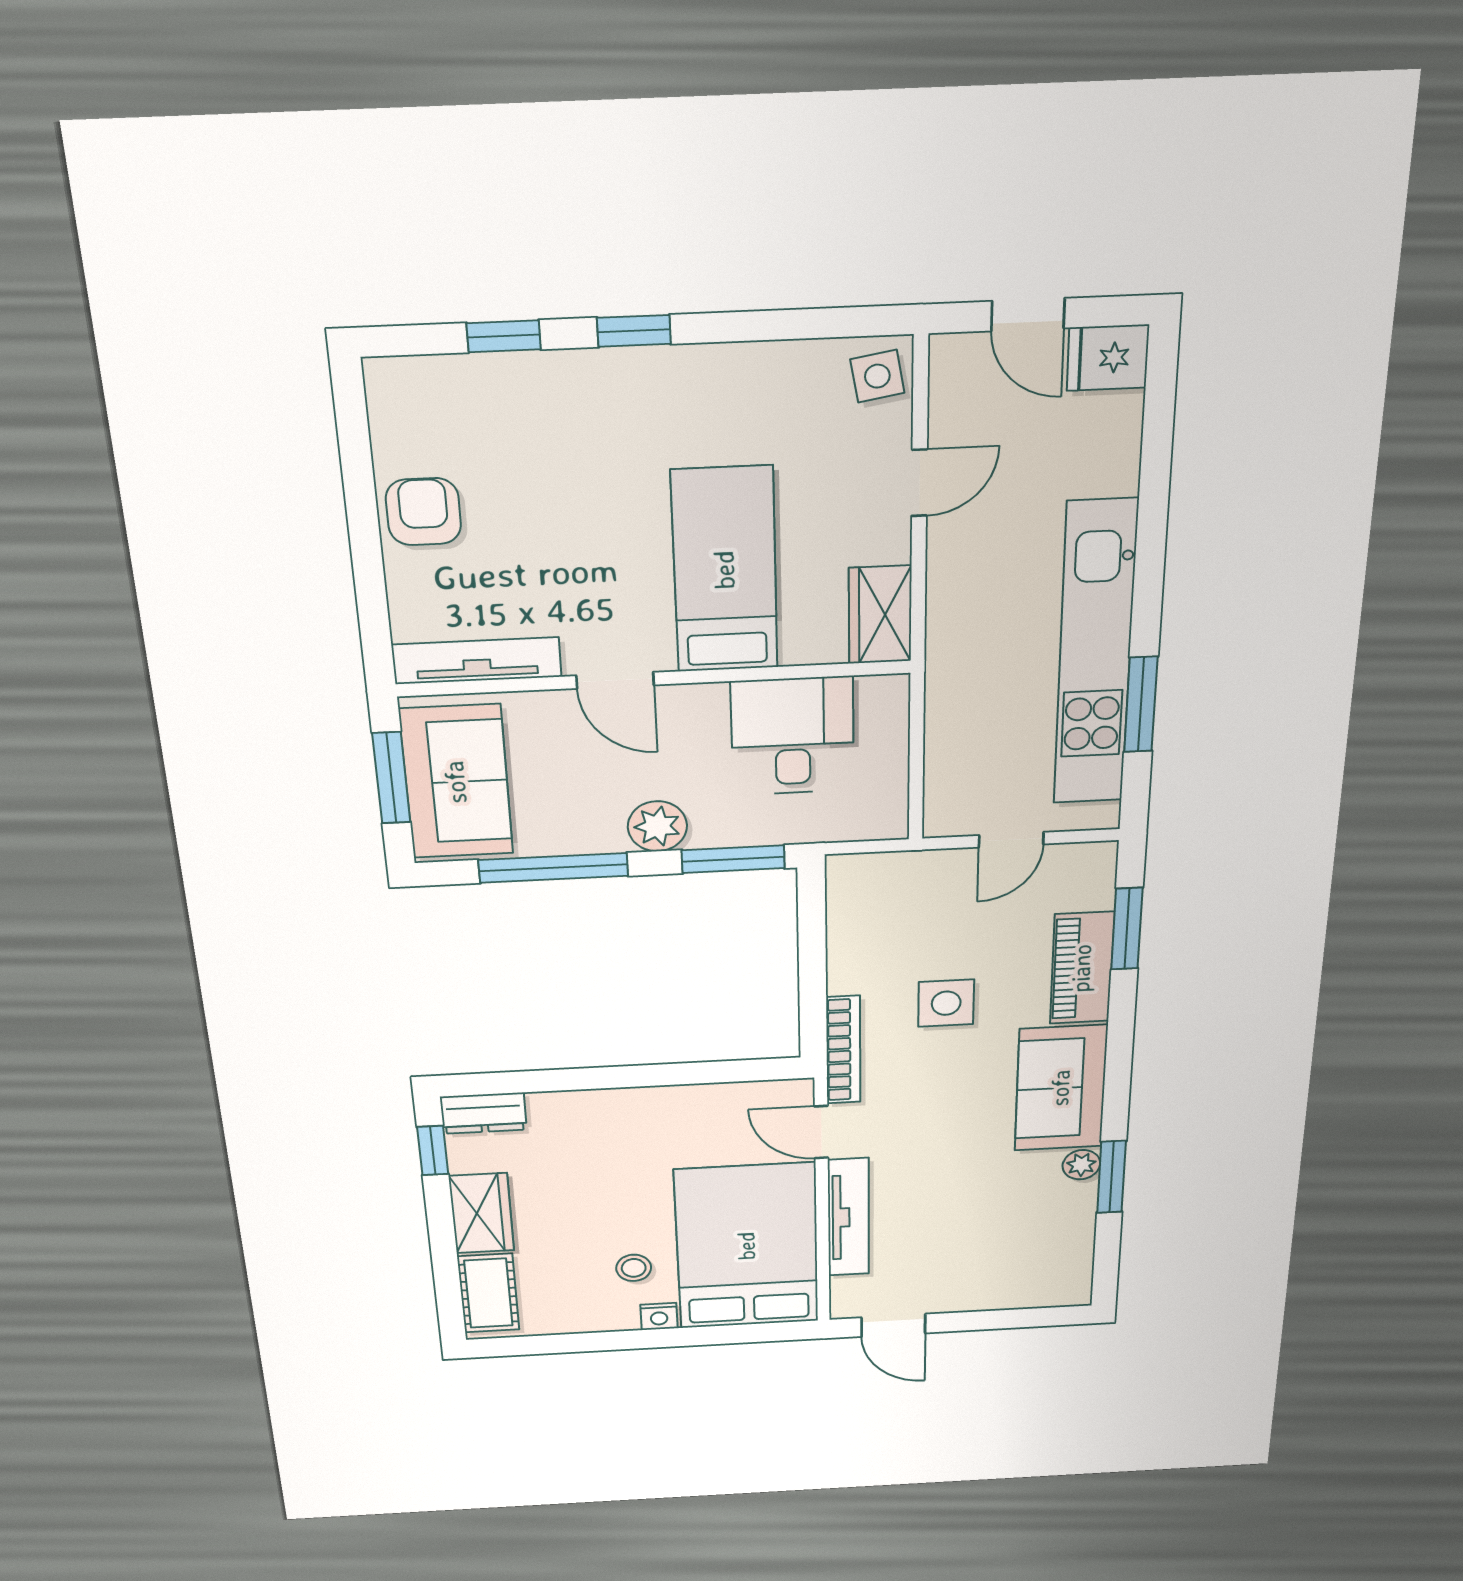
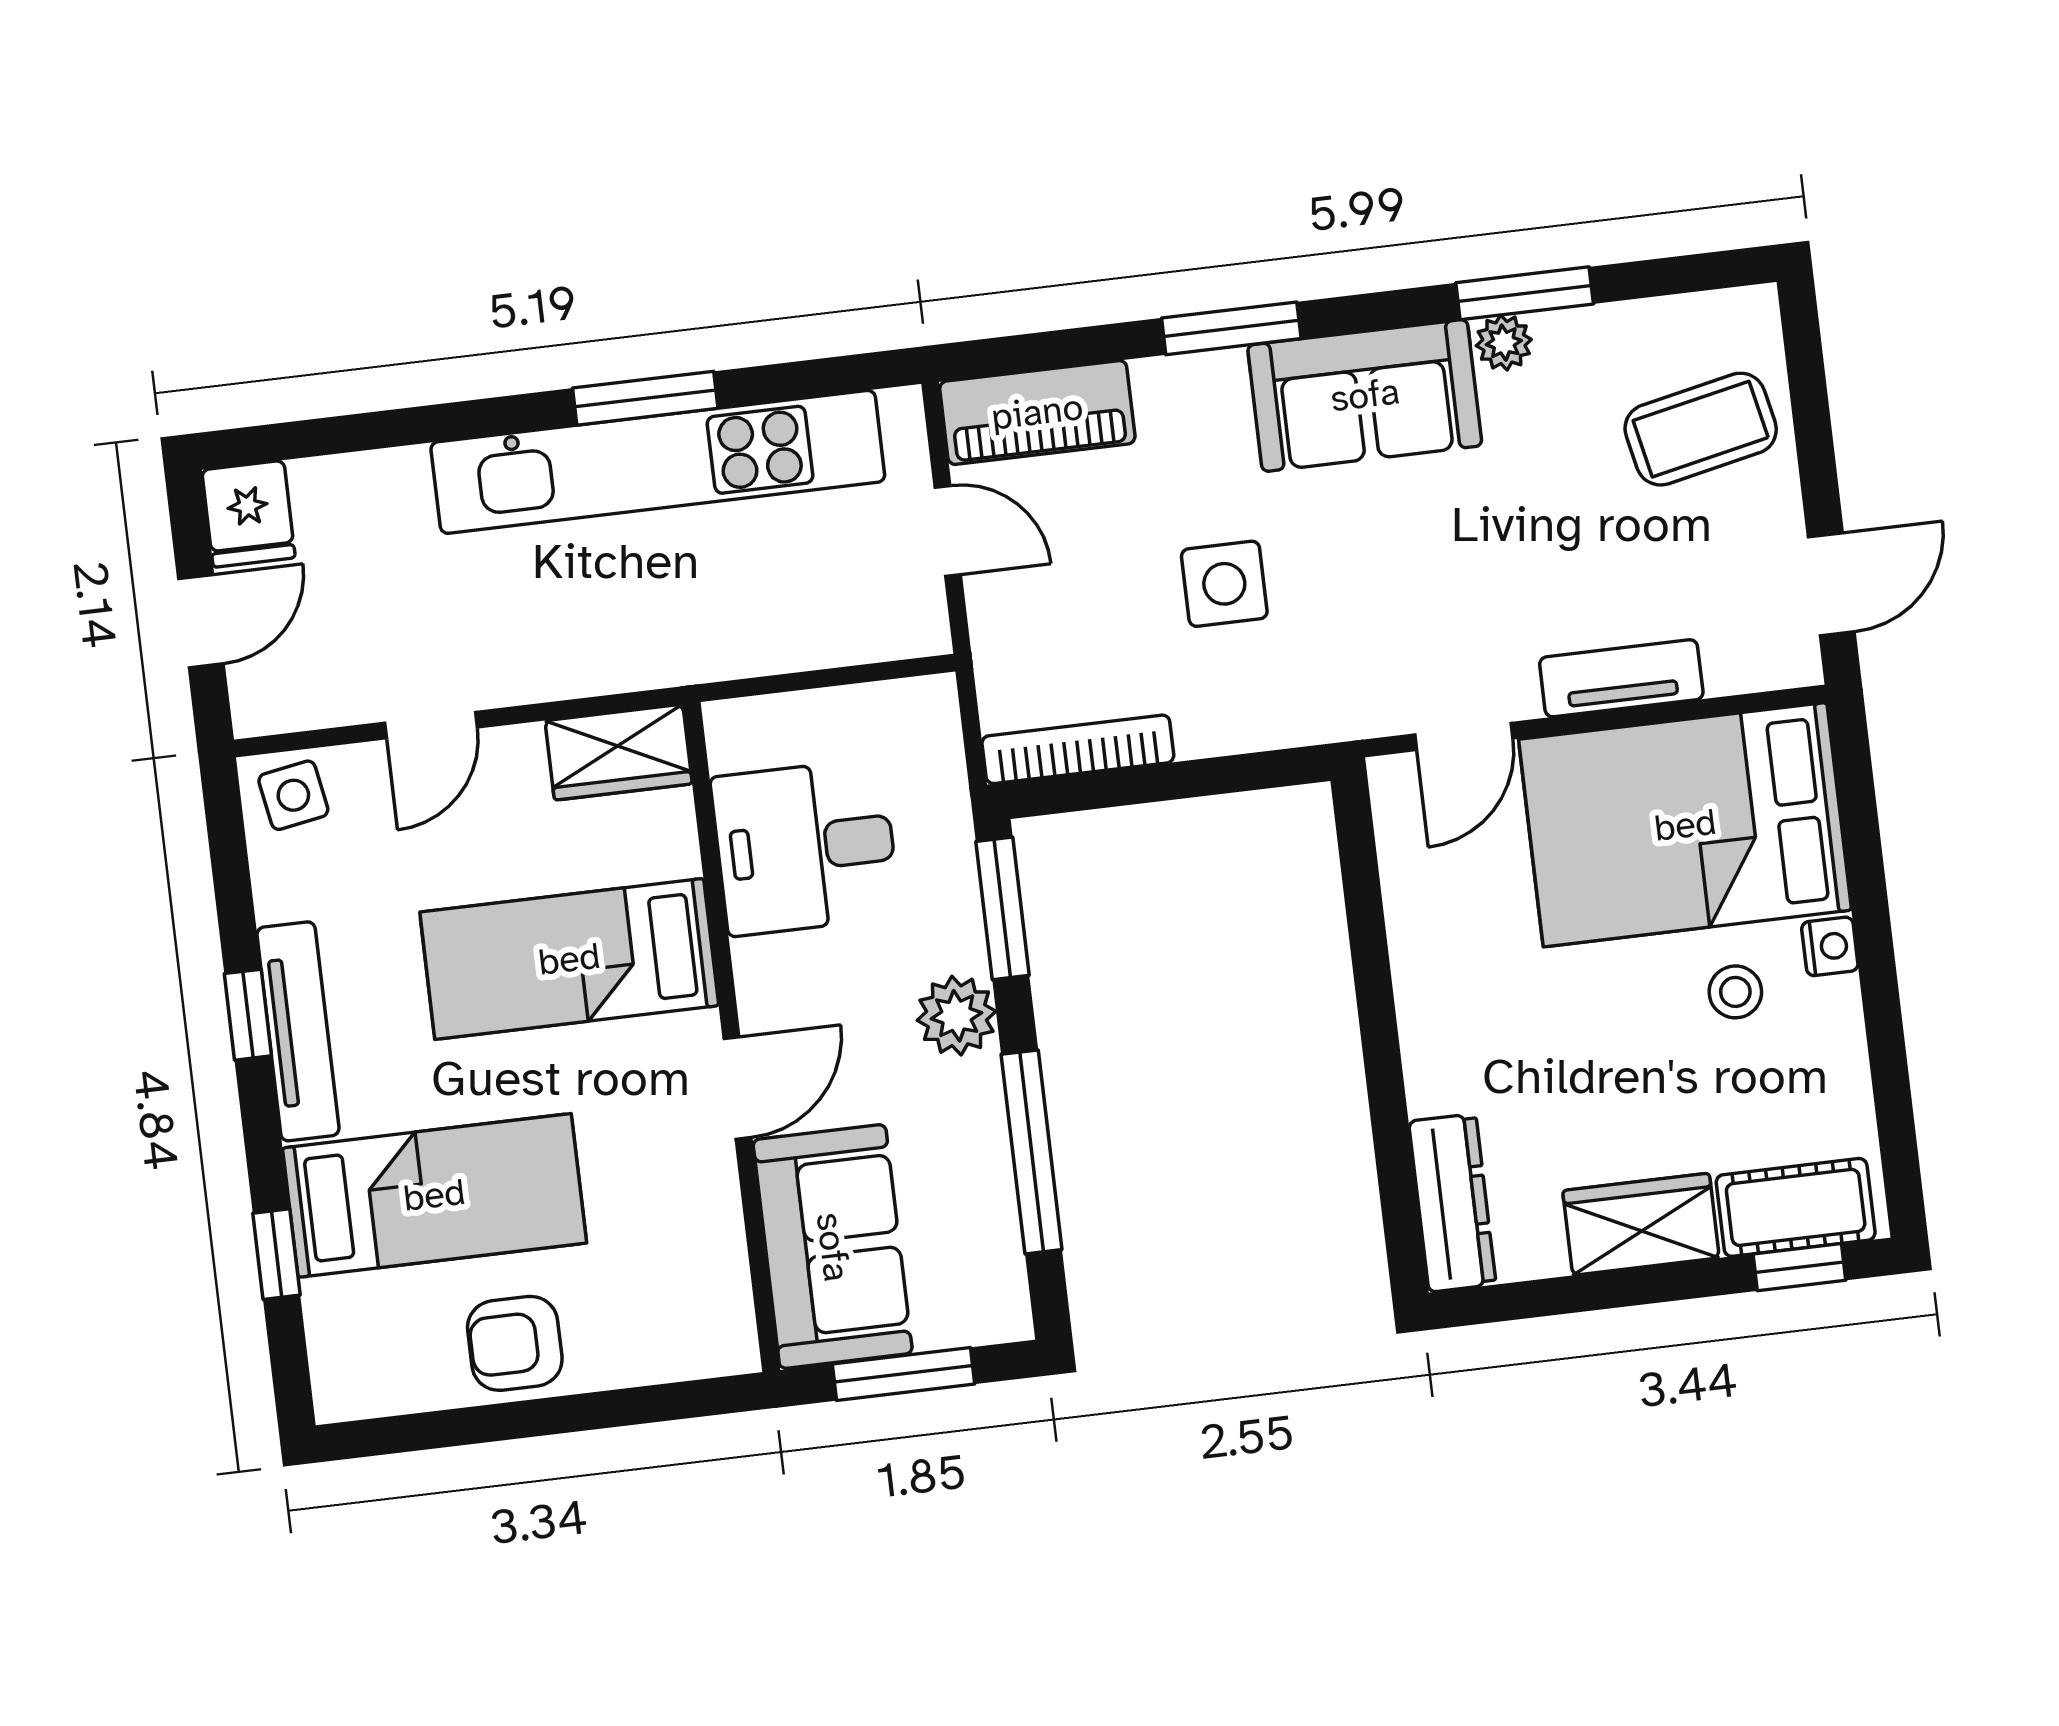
window: (634, 331) -> (248, 1015), moved
bed: (545, 460) -> (434, 1195), added
door: (919, 483) -> (431, 725), swing flipped
tv unit: (477, 661) -> (298, 1031), moved, turned 180
window: (1141, 705) -> (645, 398), moved
sofa: (456, 782) -> (833, 1247), moved, turned 90
window: (1127, 929) -> (1231, 328), moved
piano: (1082, 968) -> (1037, 412), moved
bookcase: (843, 1050) -> (1078, 749), moved
dresser: (483, 1113) -> (1452, 1203), width x1.44
window: (433, 1151) -> (1799, 1267), moved
tv unit: (848, 1217) -> (1621, 678), width x0.71
coffee table: (1005, 1264) -> (1701, 429), added

